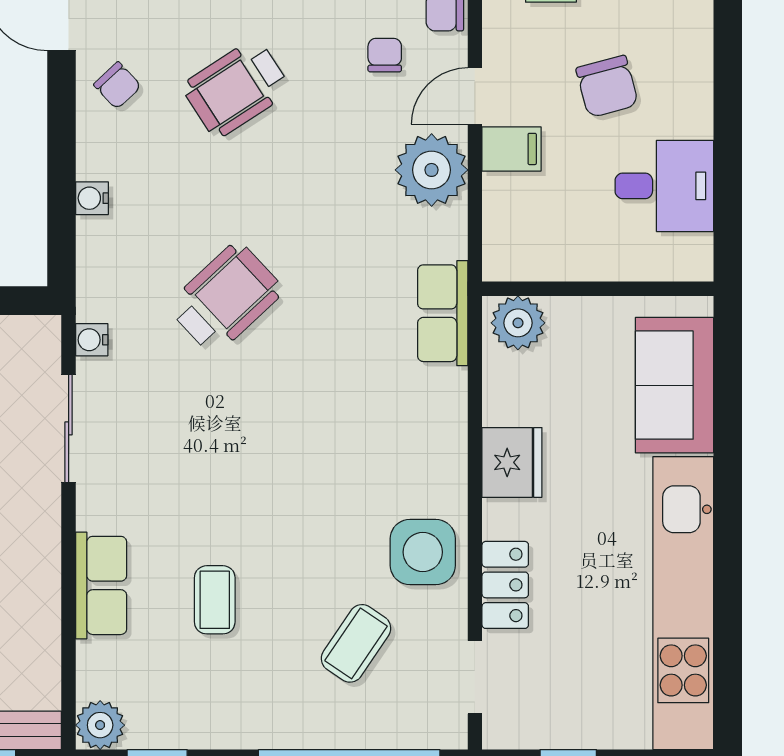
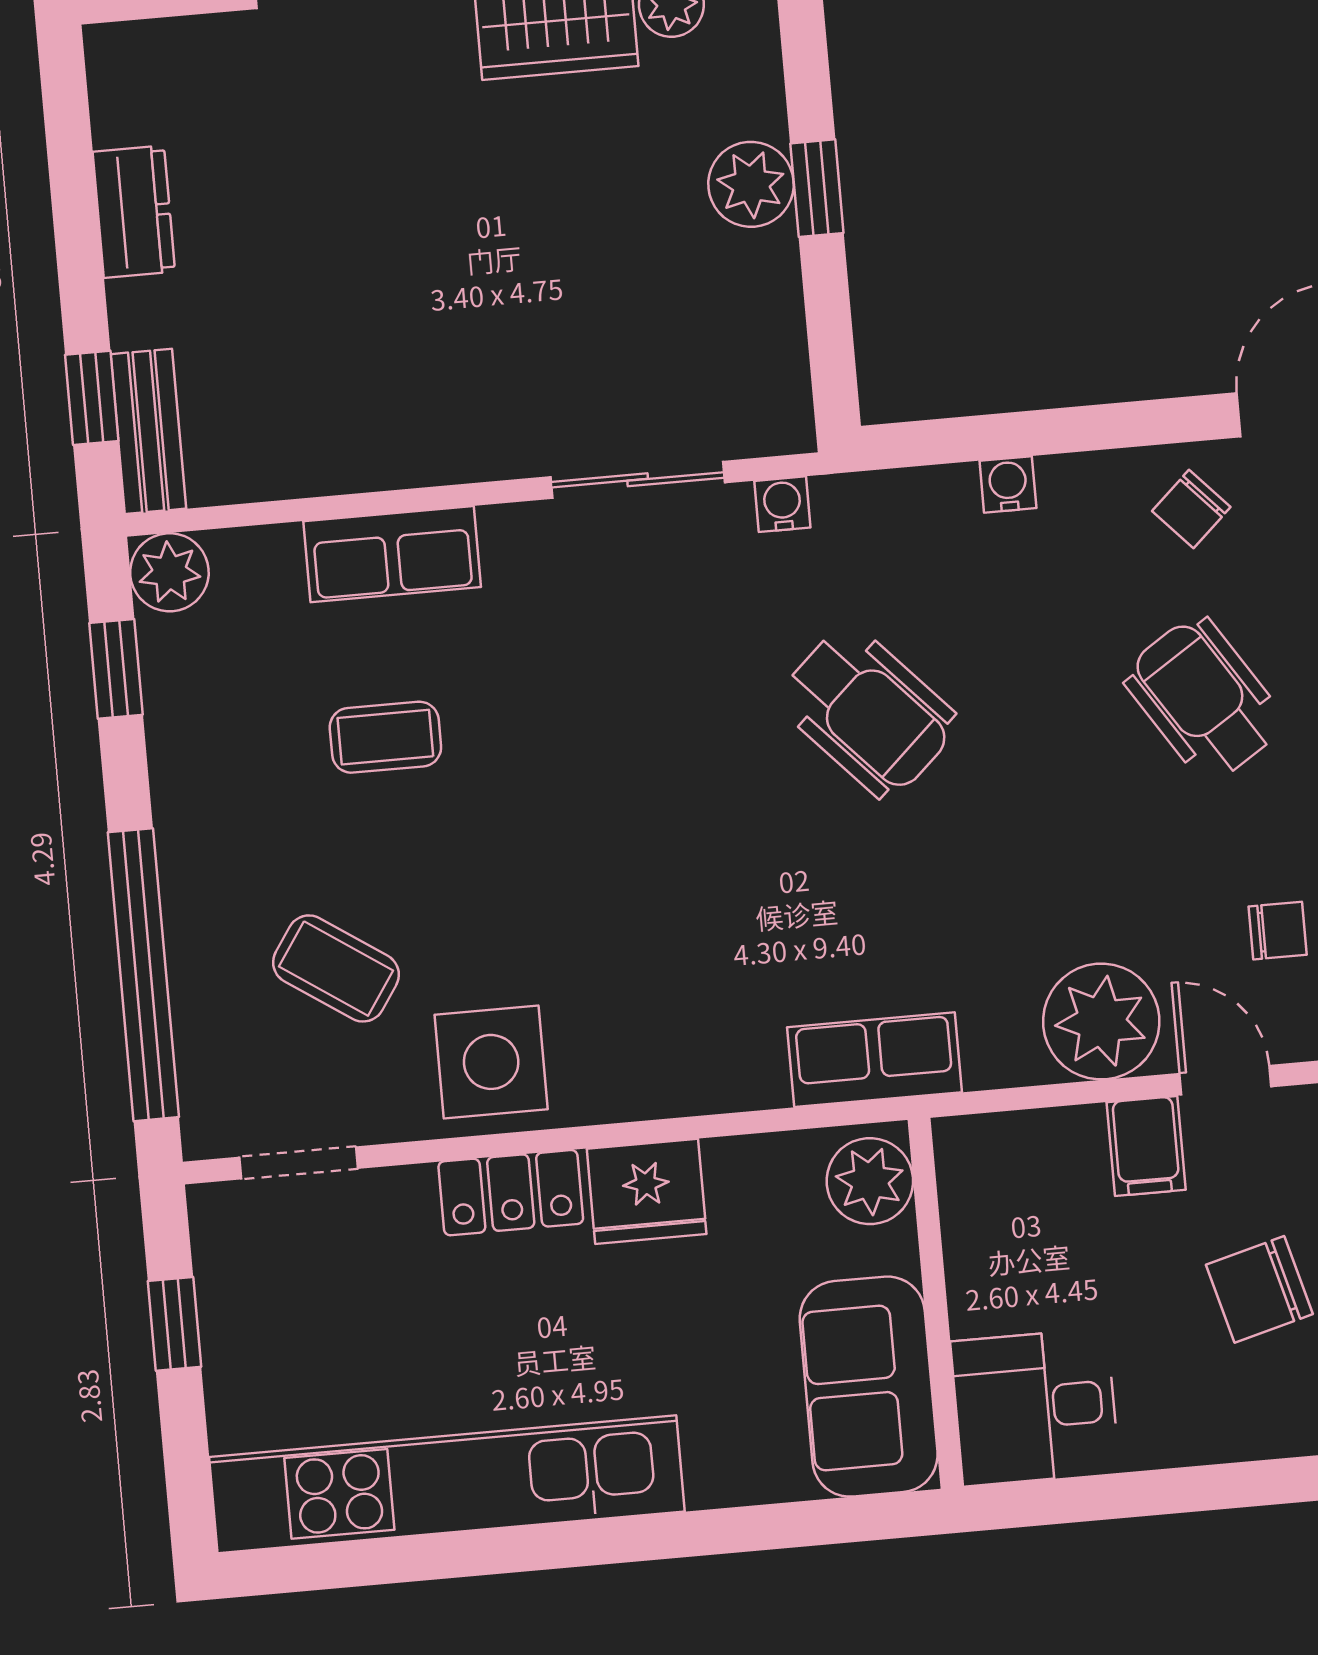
desk: (664, 186) -> (1035, 1407), moved, turned 90
sofa: (674, 385) -> (869, 1387), moved, turned -90
locker: (505, 585) -> (511, 1193), moved

